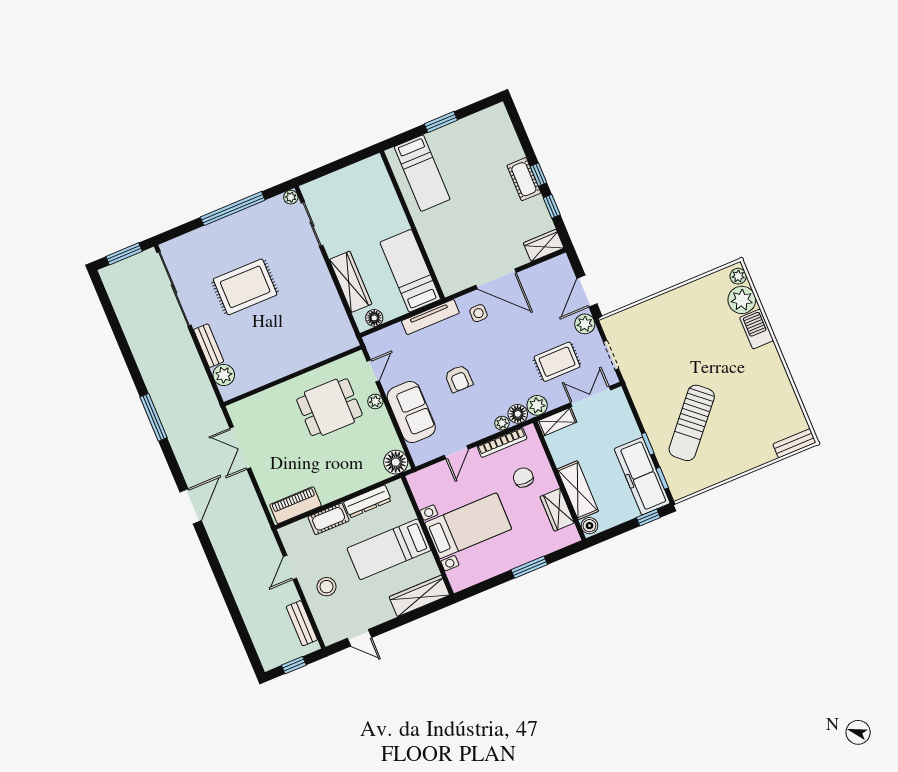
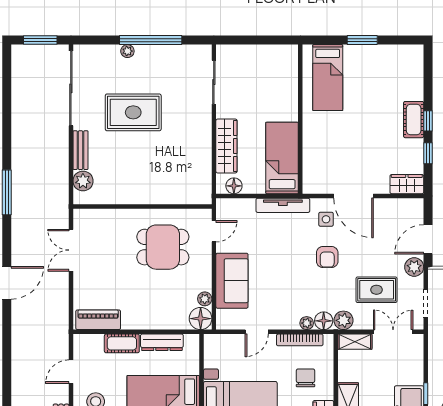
plant: (291, 197) -> (127, 51), moved
armchair: (459, 379) -> (327, 257), moved
plant: (375, 401) -> (205, 299), moved

